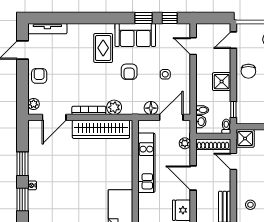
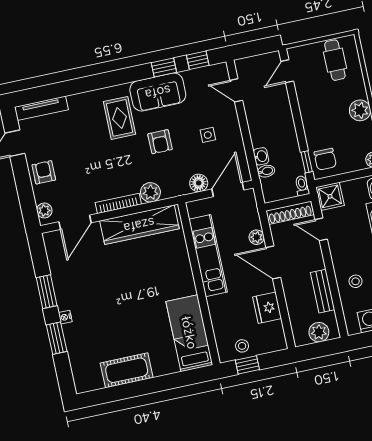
chair: (248, 71) -> (325, 159), moved
shower: (222, 82) -> (283, 129), removed
washbasin: (201, 122) -> (261, 156), moved
plant: (185, 143) -> (257, 237), moved

